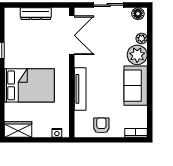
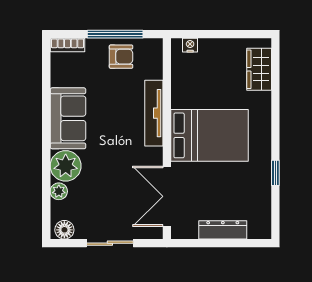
bed: (29, 85) -> (209, 135), moved, turned 180
armchair: (101, 125) -> (121, 57), turned -90
wardrobe: (18, 129) -> (259, 69), moved, turned 90
window: (105, 140) -> (115, 34), added

